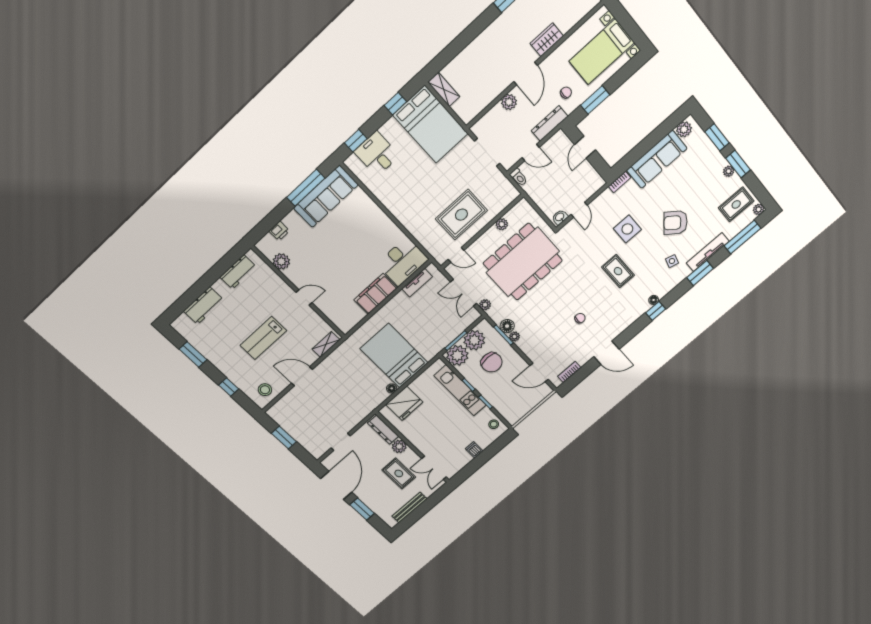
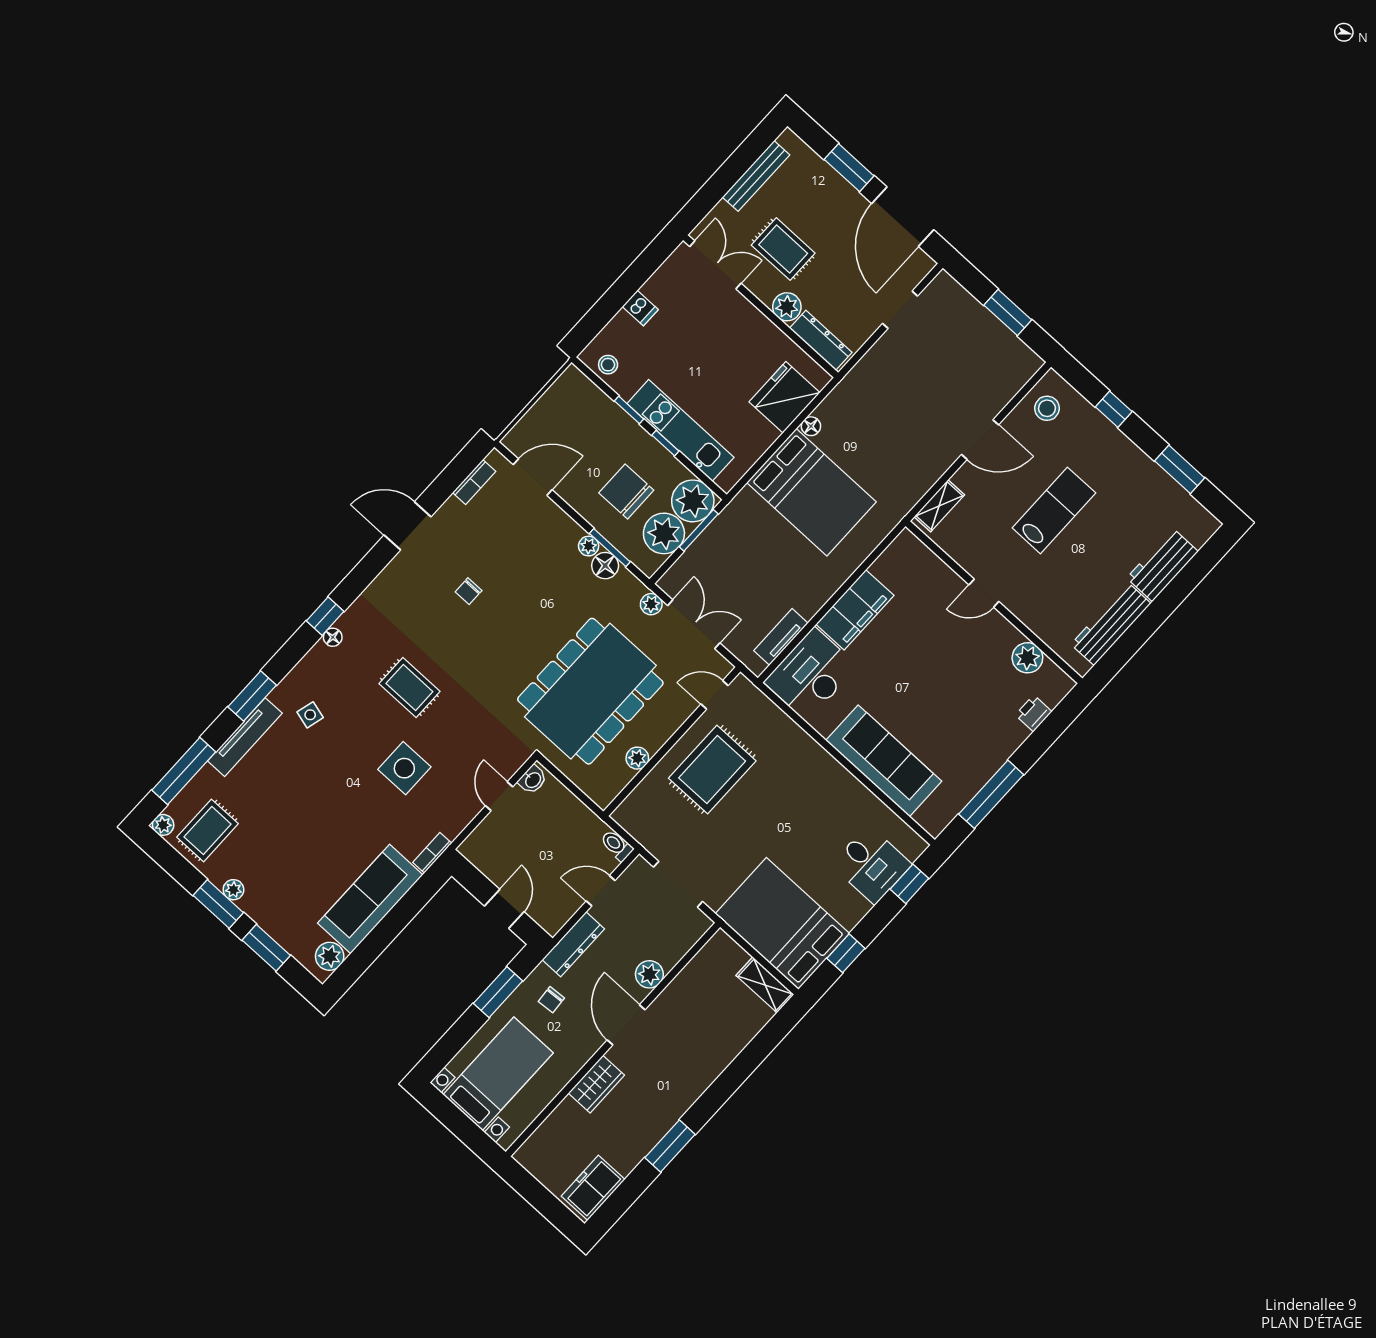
sofa: (326, 196) -> (884, 761), moved, turned 90
armchair: (676, 223) -> (316, 787), removed
workbench: (238, 272) -> (1111, 624), width x1.38

